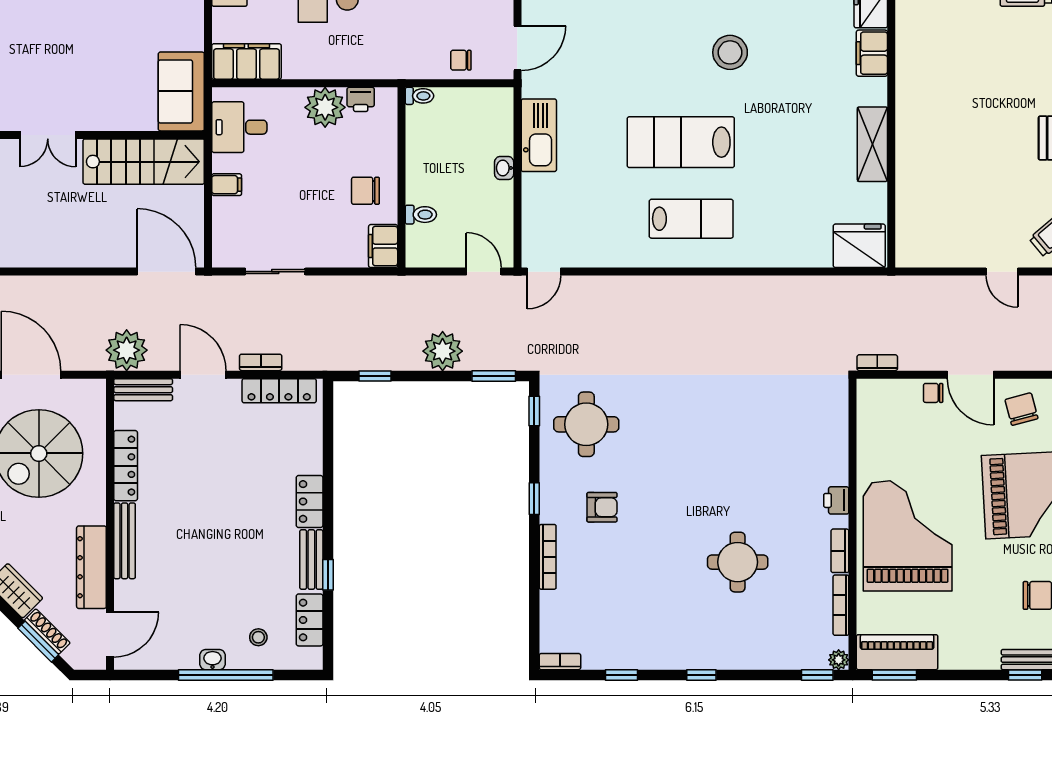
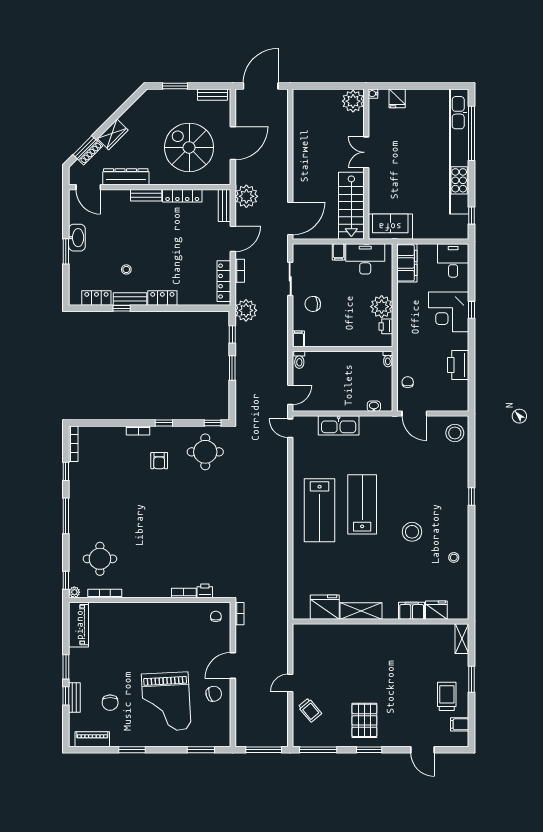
desk: (239, 127) -> (365, 259), width x1.37
kitchen sink: (539, 135) -> (339, 425), moved
washbasin: (504, 168) -> (374, 406), moved
chair: (365, 191) -> (313, 304), moved, turned -95
toilet: (421, 215) -> (299, 360), moved
lab bench: (691, 219) -> (320, 510), width x1.36, depth x1.39
filing cabinet: (383, 246) -> (298, 339), width x0.50
fridge: (859, 246) -> (325, 607), moved, turned -90
plant: (443, 351) -> (246, 310), moved
window: (494, 376) -> (232, 368), moved
chair: (933, 393) -> (216, 616), moved
printer: (836, 500) -> (205, 591), moved
grand piano: (908, 536) -> (143, 631), removed
bench: (125, 541) -> (146, 195), width x0.73
bookcase: (840, 551) -> (184, 593), moved
bookcase: (548, 557) -> (138, 430), width x0.64
round table: (738, 562) -> (100, 559), moved
stool: (258, 637) -> (126, 269), moved
washbasin: (212, 660) -> (77, 238), width x1.91, depth x1.45
bookcase: (560, 662) -> (73, 444), width x1.56
window: (226, 675) -> (66, 251), width x0.47
window: (701, 675) -> (66, 516), width x2.17
window: (894, 675) -> (66, 667), moved

